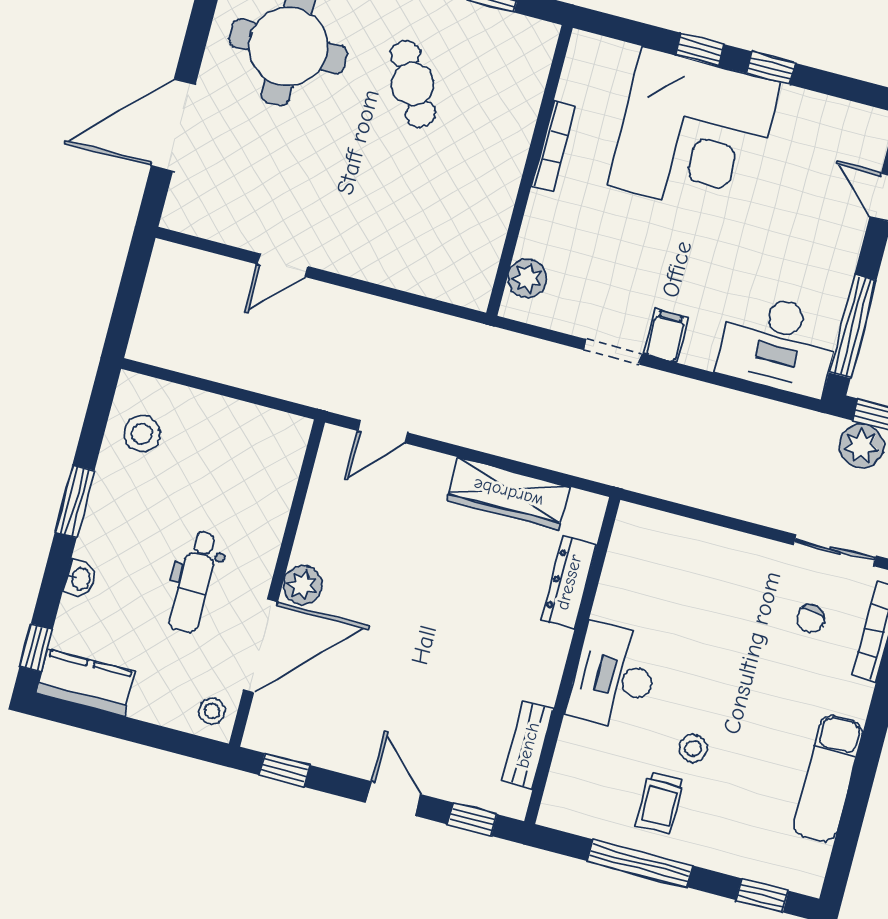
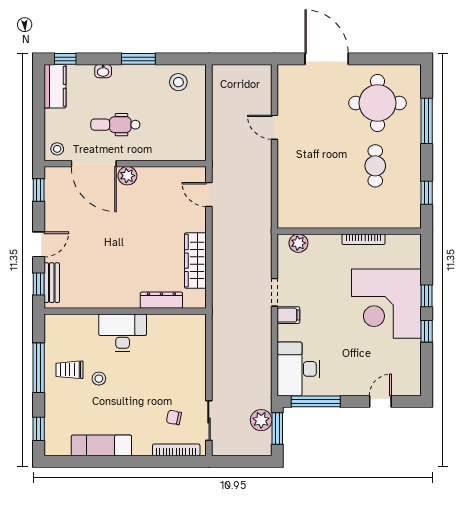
cafe table: (413, 84) -> (375, 166), turned -61
bench: (528, 745) -> (52, 283), moved, turned 90

